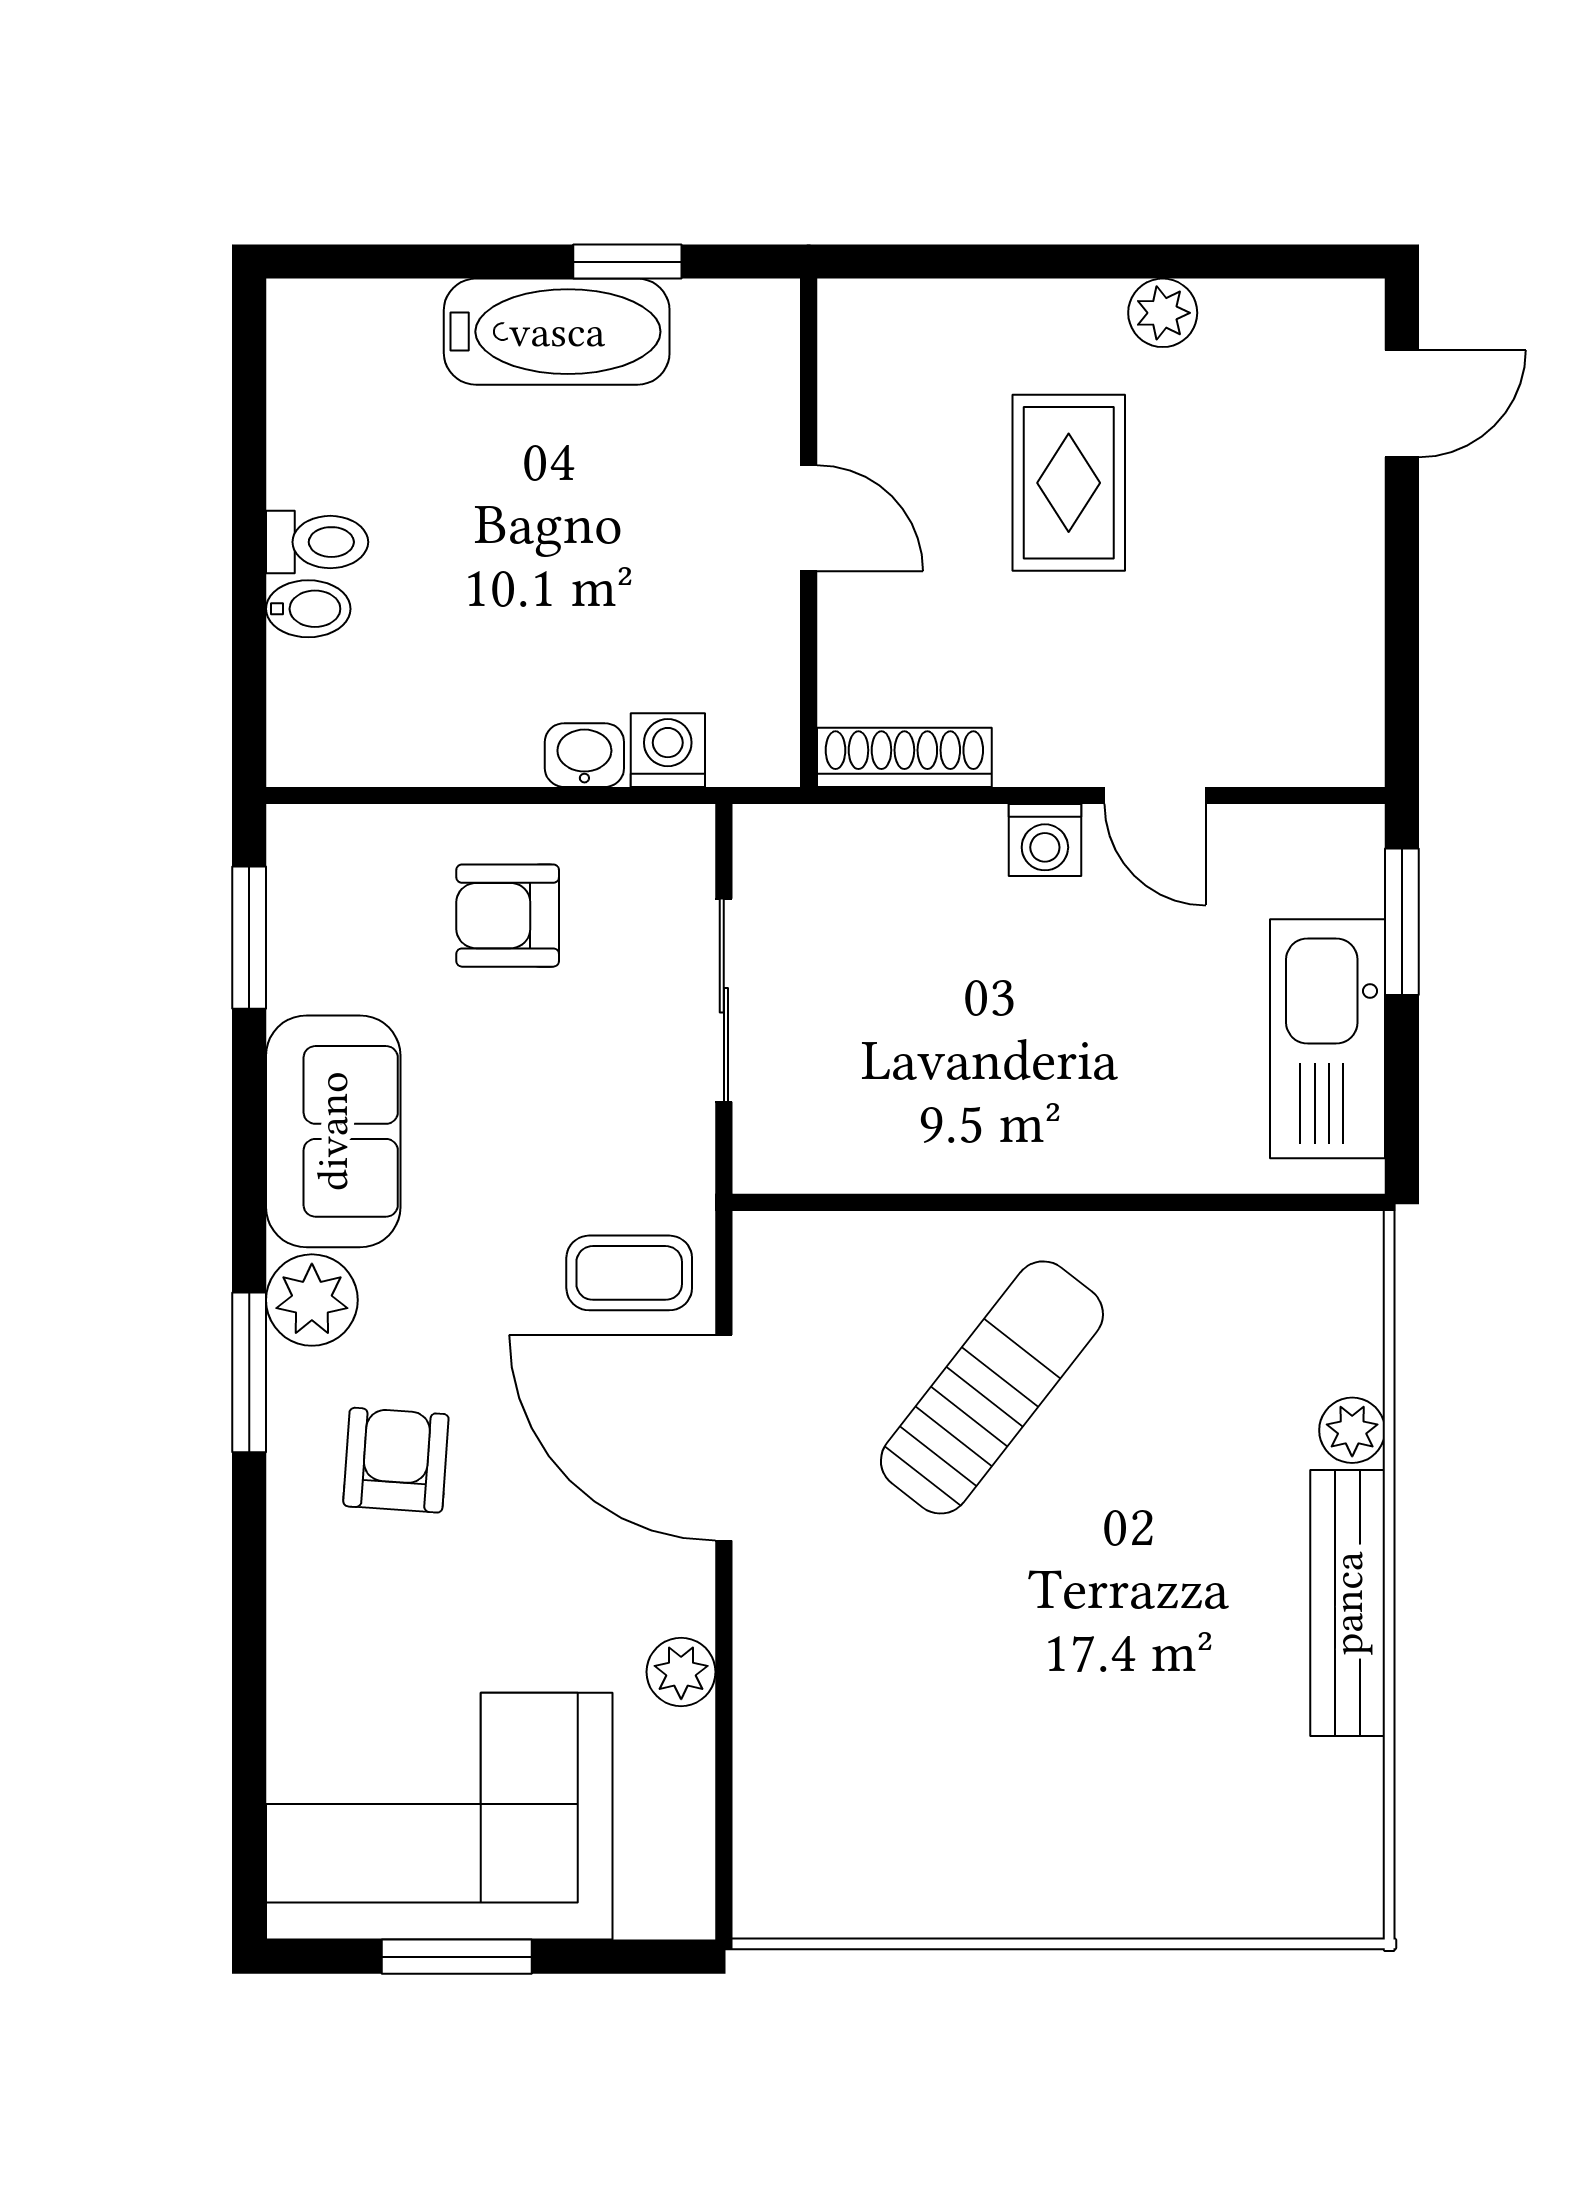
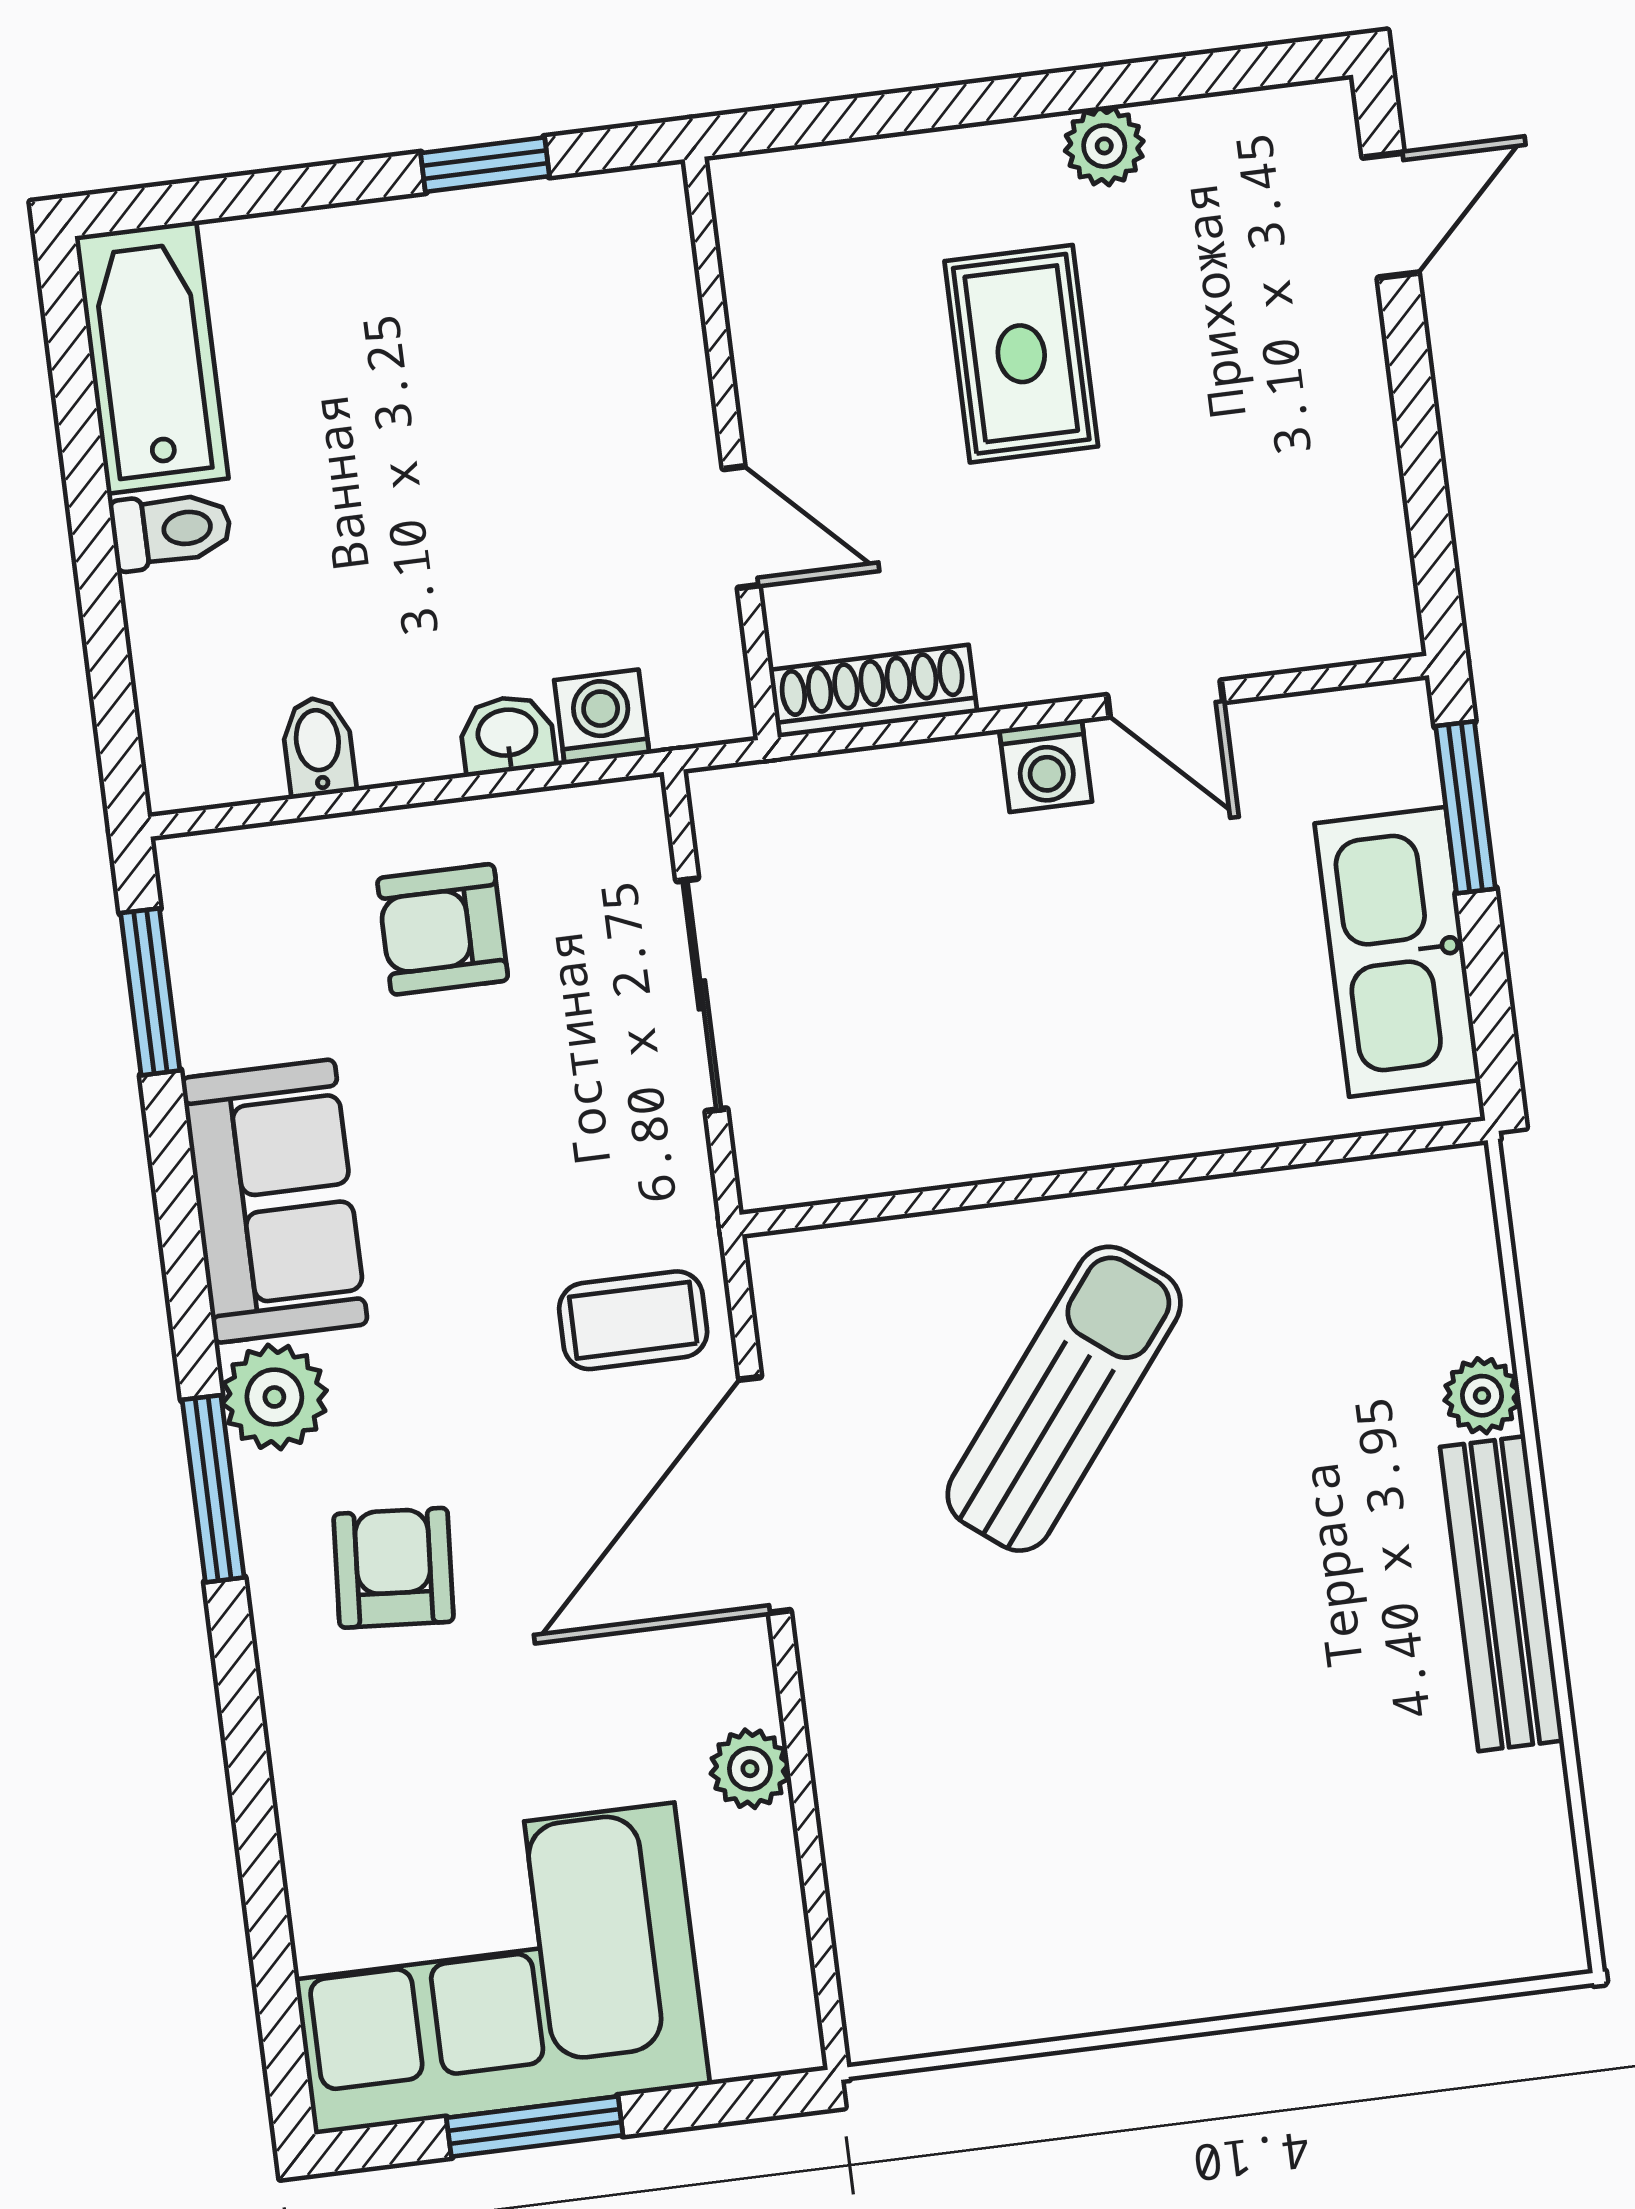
bathtub: (557, 332) -> (152, 357), moved, turned -90
door: (809, 518) -> (741, 527), moved
bidet: (308, 609) -> (318, 747), moved, turned -90
door: (724, 1438) -> (765, 1495), hinge flipped

